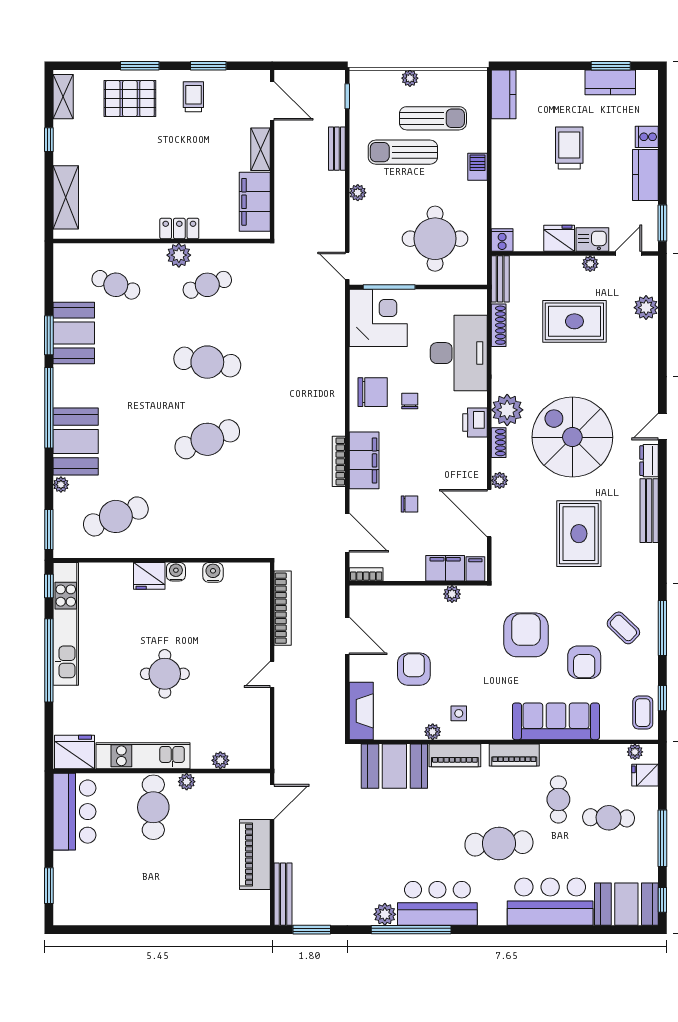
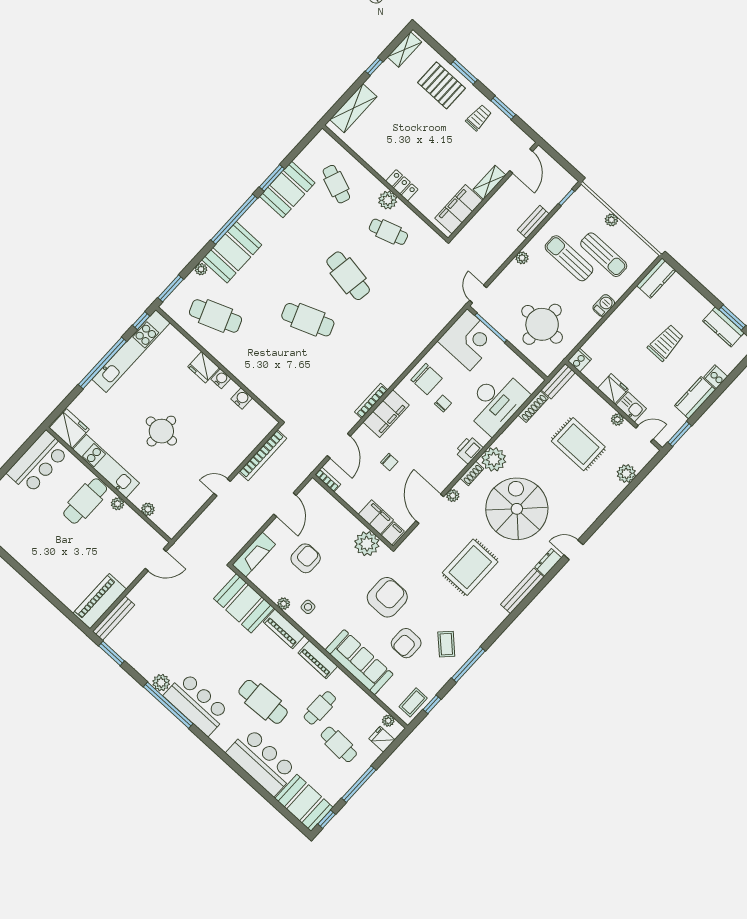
plant: (452, 594) -> (367, 544), width x1.87, depth x1.87
piano: (255, 855) -> (100, 601), moved

